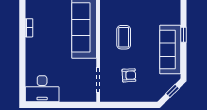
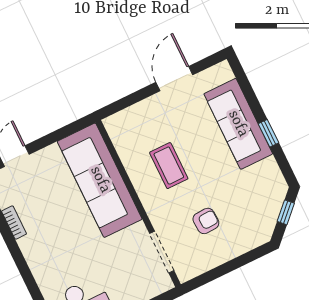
window: (184, 35) -> (268, 133), moved
sofa: (170, 50) -> (238, 124), moved

